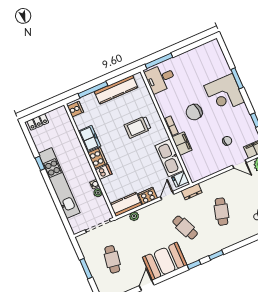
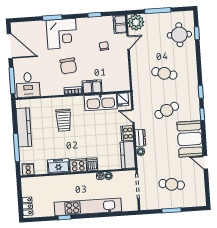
door: (193, 46) -> (10, 46), added
dresser: (192, 192) -> (140, 138), moved

